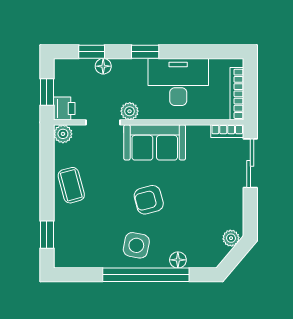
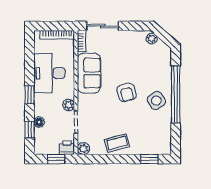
sofa: (155, 142) -> (89, 73), moved
side table: (136, 245) -> (156, 101), turned 45
floor lamp: (178, 260) -> (166, 73), removed

